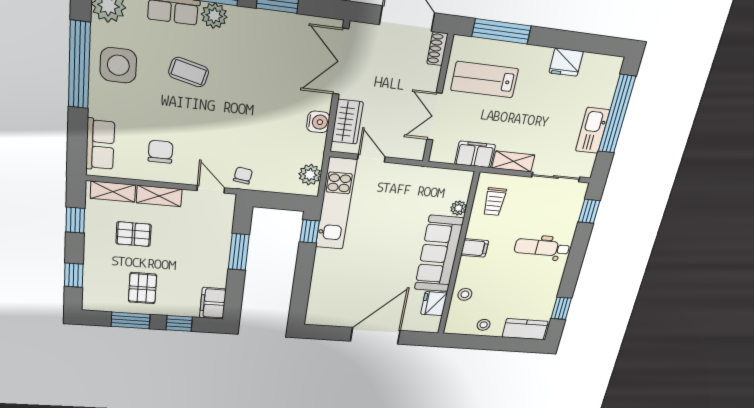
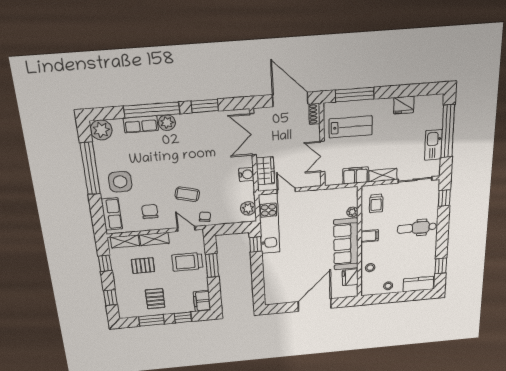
side table: (118, 65) -> (120, 182), moved
coffee table: (189, 72) -> (187, 194), moved
lab bench: (485, 80) -> (351, 127), turned 180
trolley: (203, 240) -> (187, 262), added

